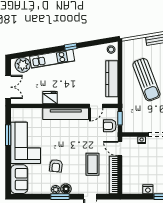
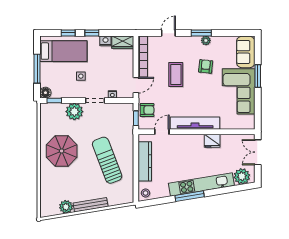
window: (71, 47) -> (190, 196), width x2.17
kitchen unit: (52, 59) -> (201, 184), width x1.36
window: (8, 135) -> (258, 76), moved
door: (120, 149) -> (136, 85), hinge flipped
coffee table: (92, 164) -> (176, 75), moved
wardrobe: (132, 188) -> (123, 42), added
floor lamp: (66, 189) -> (195, 41), removed

